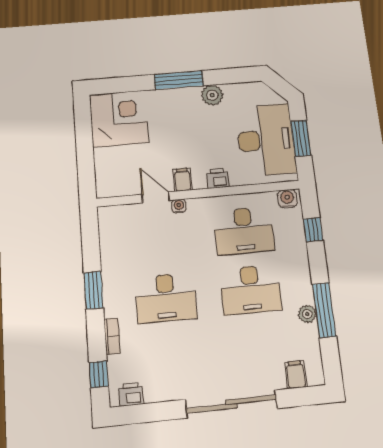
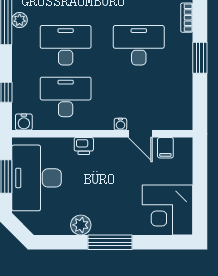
filing cabinet: (183, 180) -> (165, 148), moved

